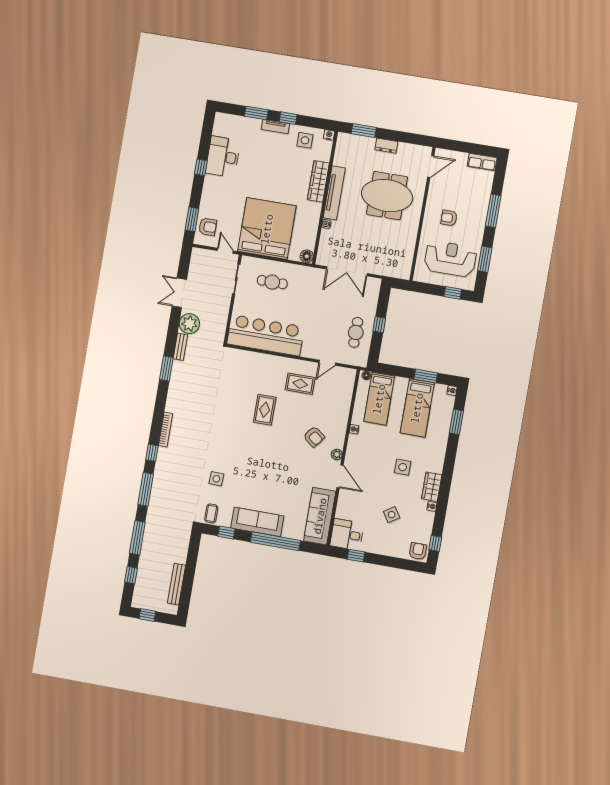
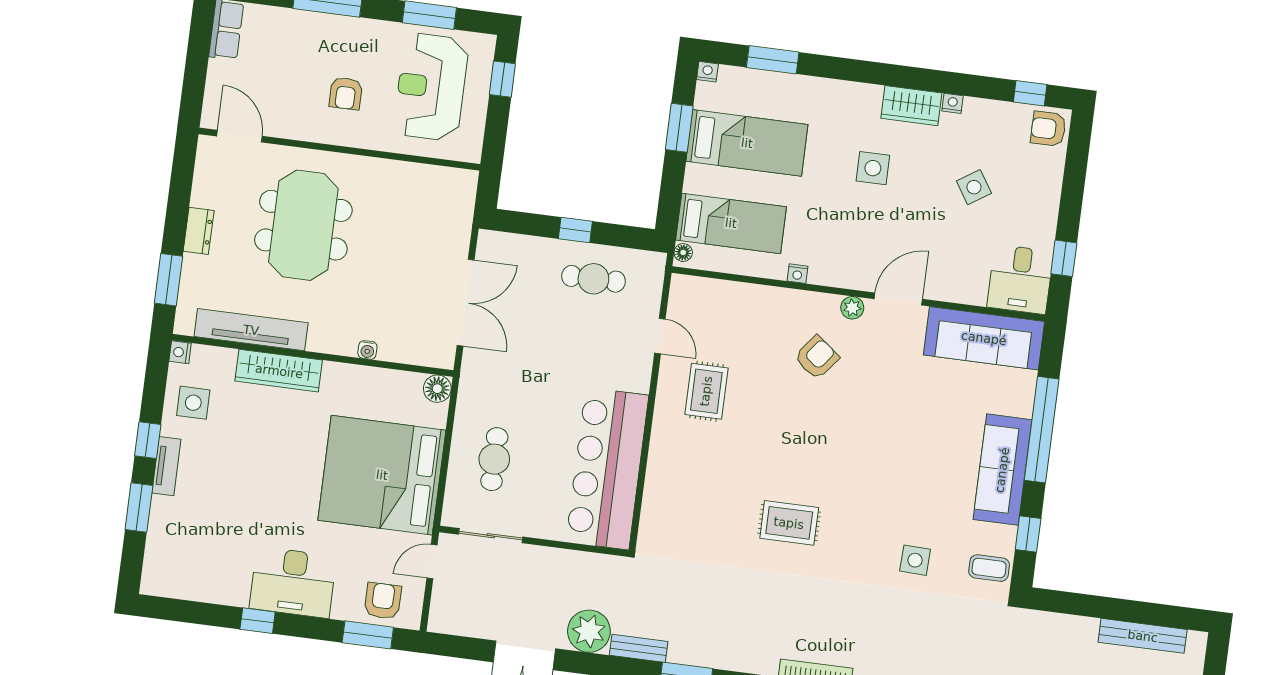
desk: (223, 157) -> (293, 582), moved
tv unit: (334, 193) -> (251, 330), moved
rug: (265, 410) -> (789, 523), moved

